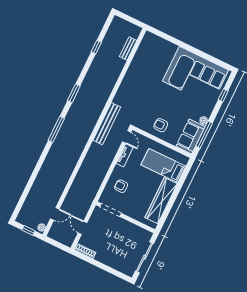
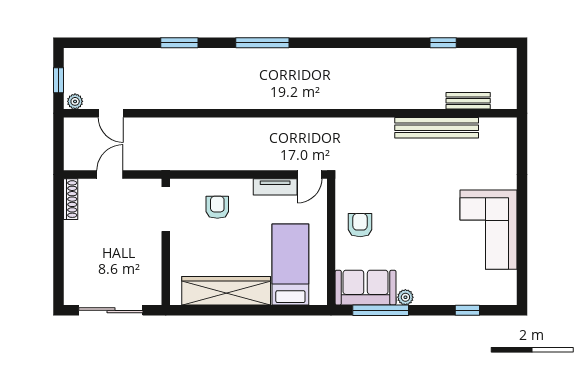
corner sofa: (195, 76) -> (489, 230), width x0.73, depth x0.74
window: (74, 93) -> (179, 43), moved
bench: (107, 124) -> (437, 128), moved

